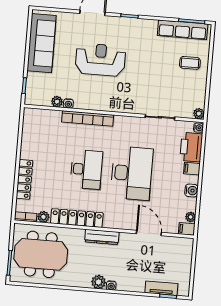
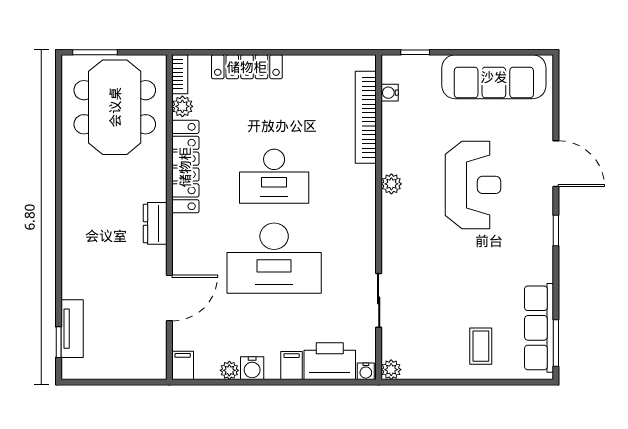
plant: (57, 102) -> (391, 184), moved
water cooler: (68, 104) -> (390, 93), moved
bookcase: (88, 118) -> (366, 117), moved
plant: (191, 217) -> (229, 370), moved
dresser: (102, 237) -> (155, 223), width x0.70
plant: (99, 282) -> (74, 215), removed
water cooler: (111, 285) -> (70, 238), removed

